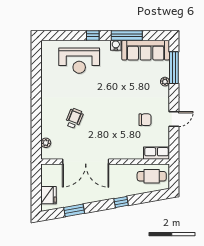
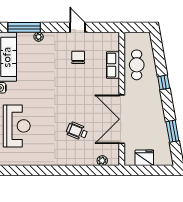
row of seats: (157, 153) -> (113, 65), moved
double door: (86, 162) -> (122, 119), swing flipped
cafe table: (152, 176) -> (137, 65), moved
fridge: (48, 195) -> (144, 158), moved

